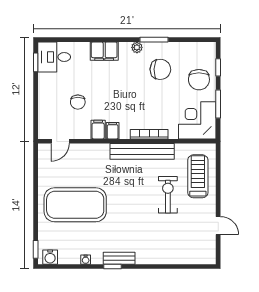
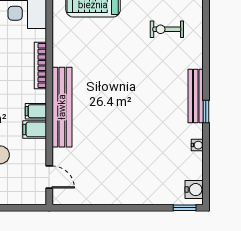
bench: (142, 151) -> (62, 107), moved
exercise bike: (168, 195) -> (167, 29), moved, width x0.73, depth x0.72
exercise mat: (75, 205) -> (129, 158), removed
bench: (119, 258) -> (196, 96), width x1.36

